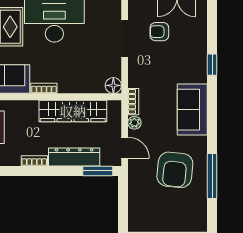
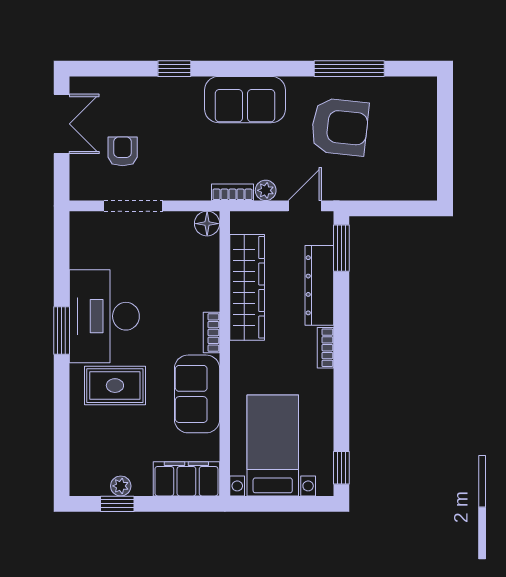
armchair: (159, 32) -> (123, 151), turned 180

